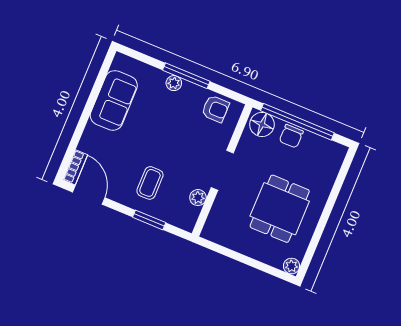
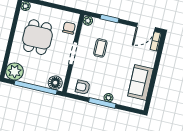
chair: (291, 136) -> (69, 28), moved
plant: (329, 156) -> (15, 71), added
coffee table: (150, 183) -> (100, 48), moved
door: (89, 195) -> (146, 27), hinge flipped
plant: (198, 198) -> (88, 21), moved

